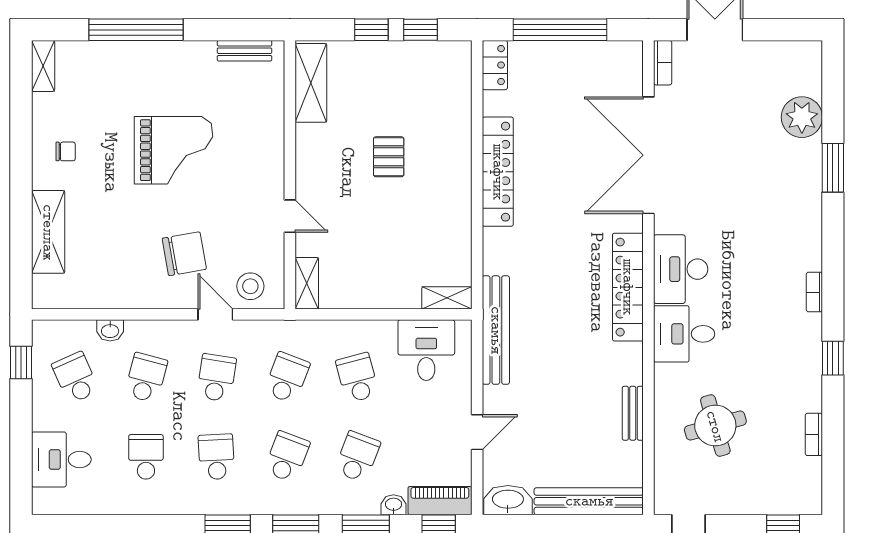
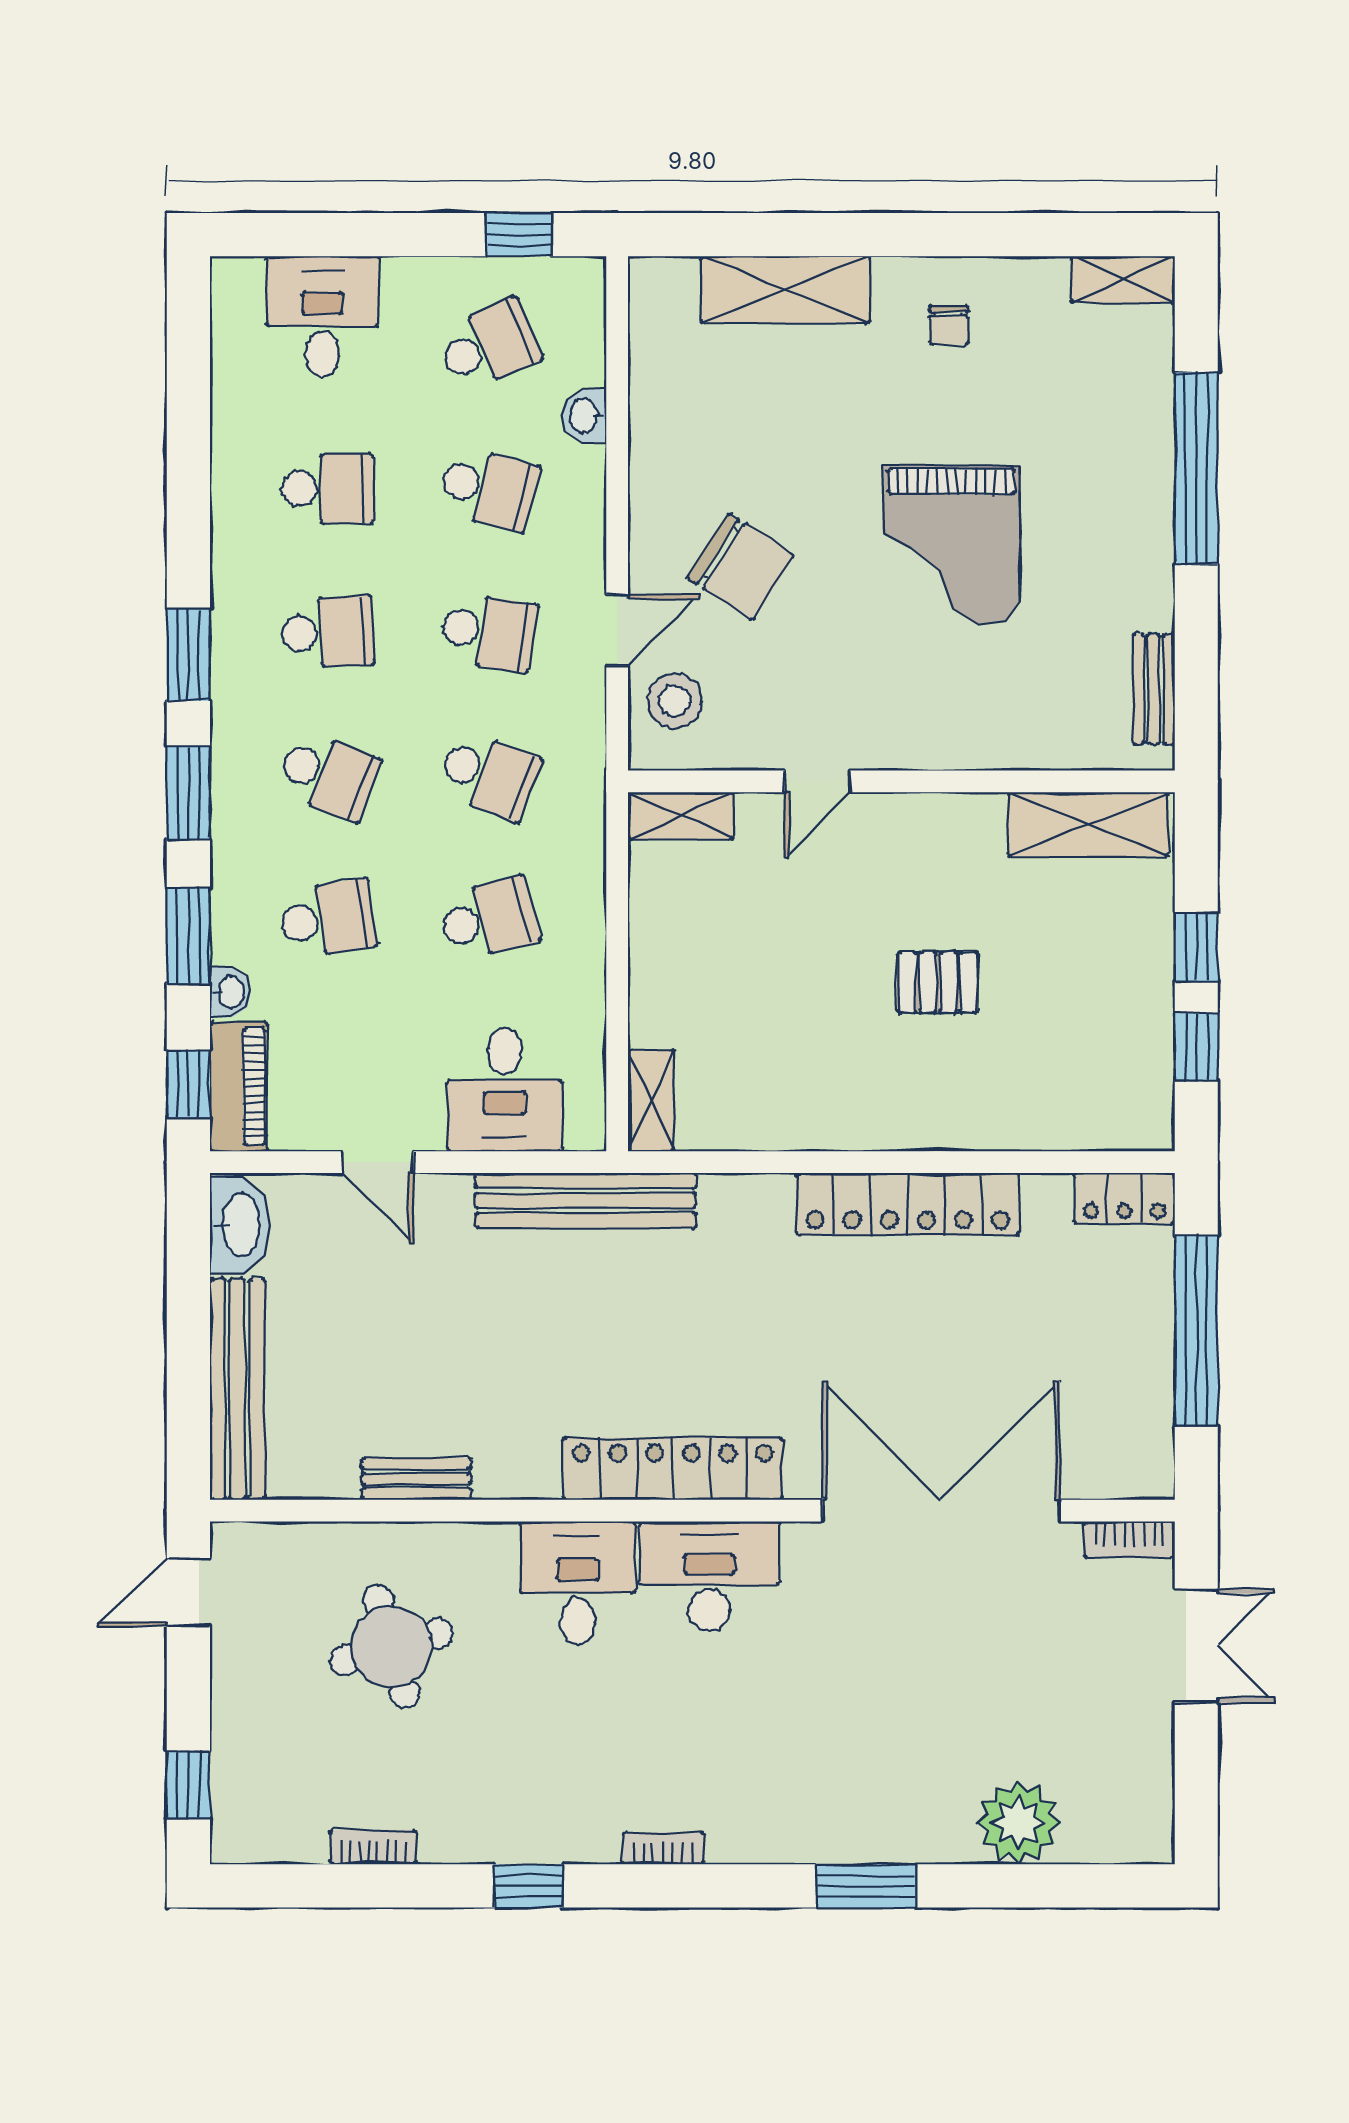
window: (833, 168) -> (866, 1886), moved
chair: (184, 254) -> (741, 567), turned -47
desk: (426, 350) -> (505, 1089), moved, turned 90
school desk: (357, 457) -> (328, 919), turned -30

